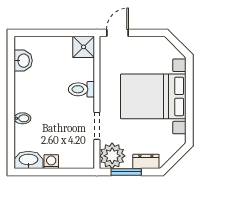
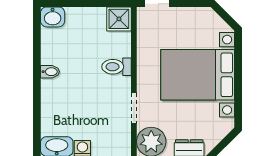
washbasin: (23, 61) -> (53, 17), moved, turned 90
bidet: (22, 118) -> (50, 72), moved

